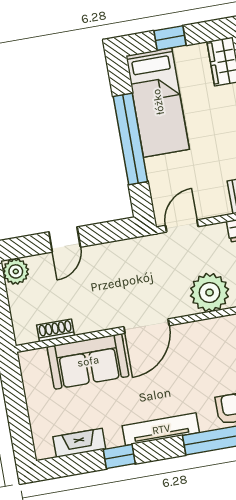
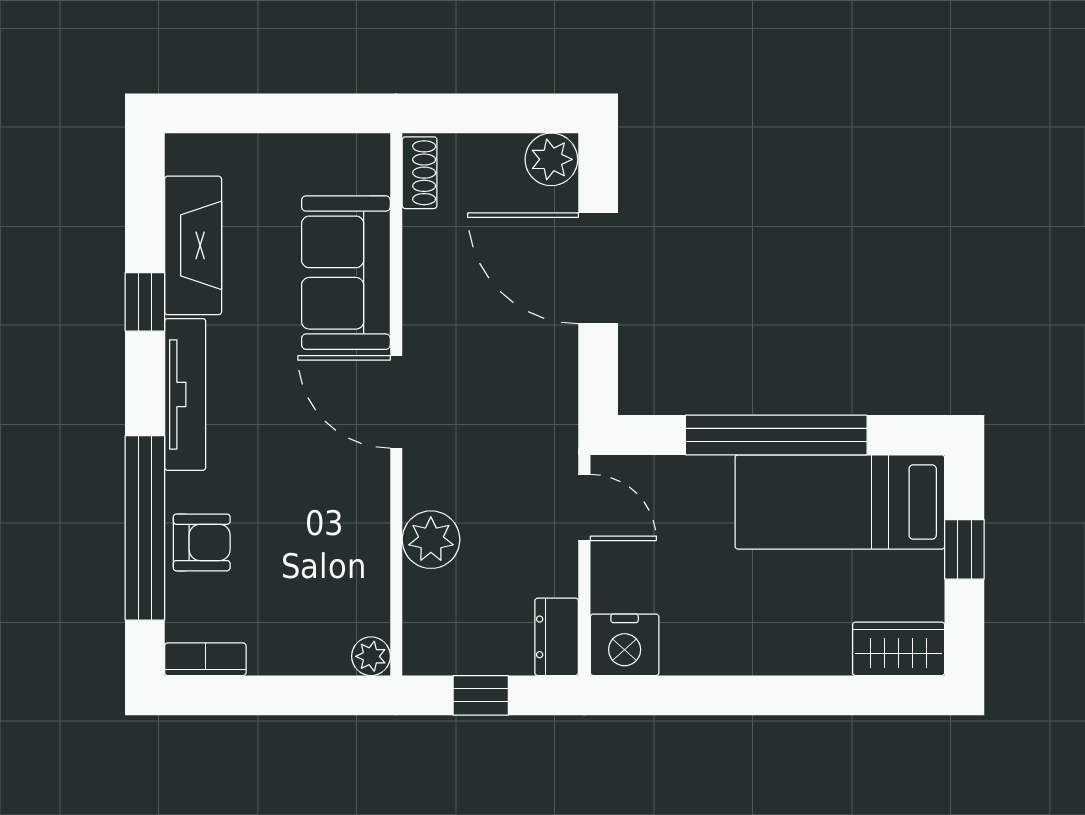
door: (65, 239) -> (598, 268), width x1.87
plant: (210, 293) -> (431, 540), width x0.73, depth x0.73
shoe rack: (55, 330) -> (420, 173), moved
fireplace: (79, 443) -> (193, 245), width x1.37, depth x1.32

